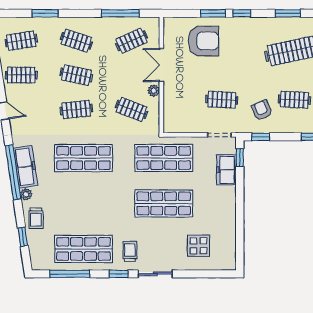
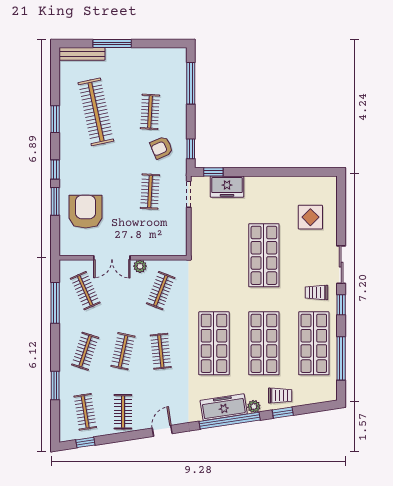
shop shelf: (164, 158) -> (264, 343), moved
window: (23, 237) -> (283, 413), moved

